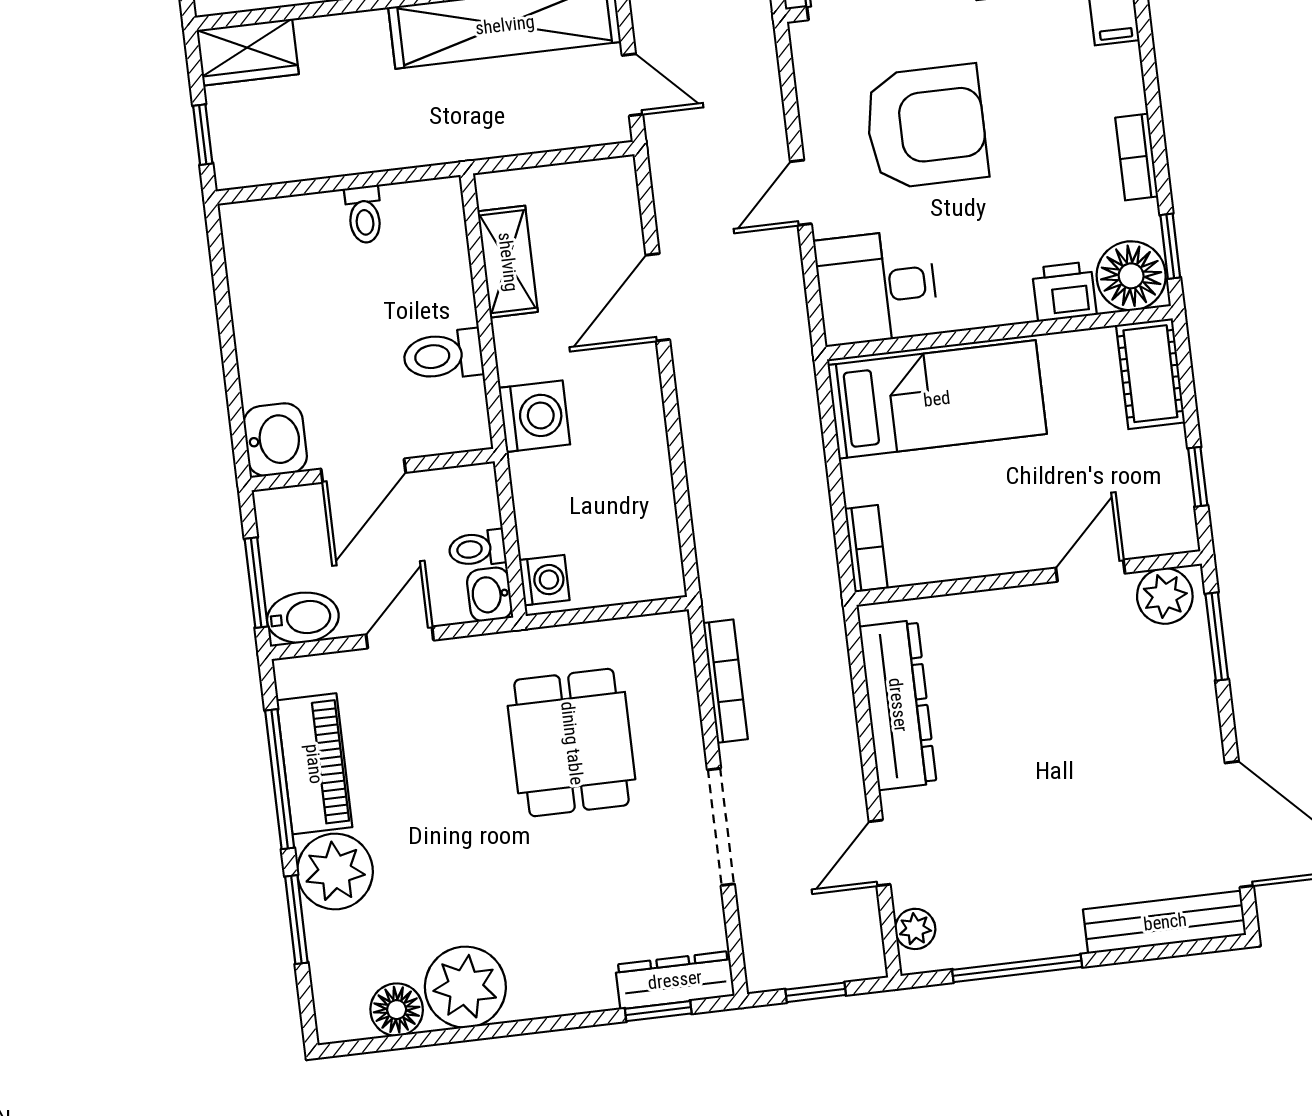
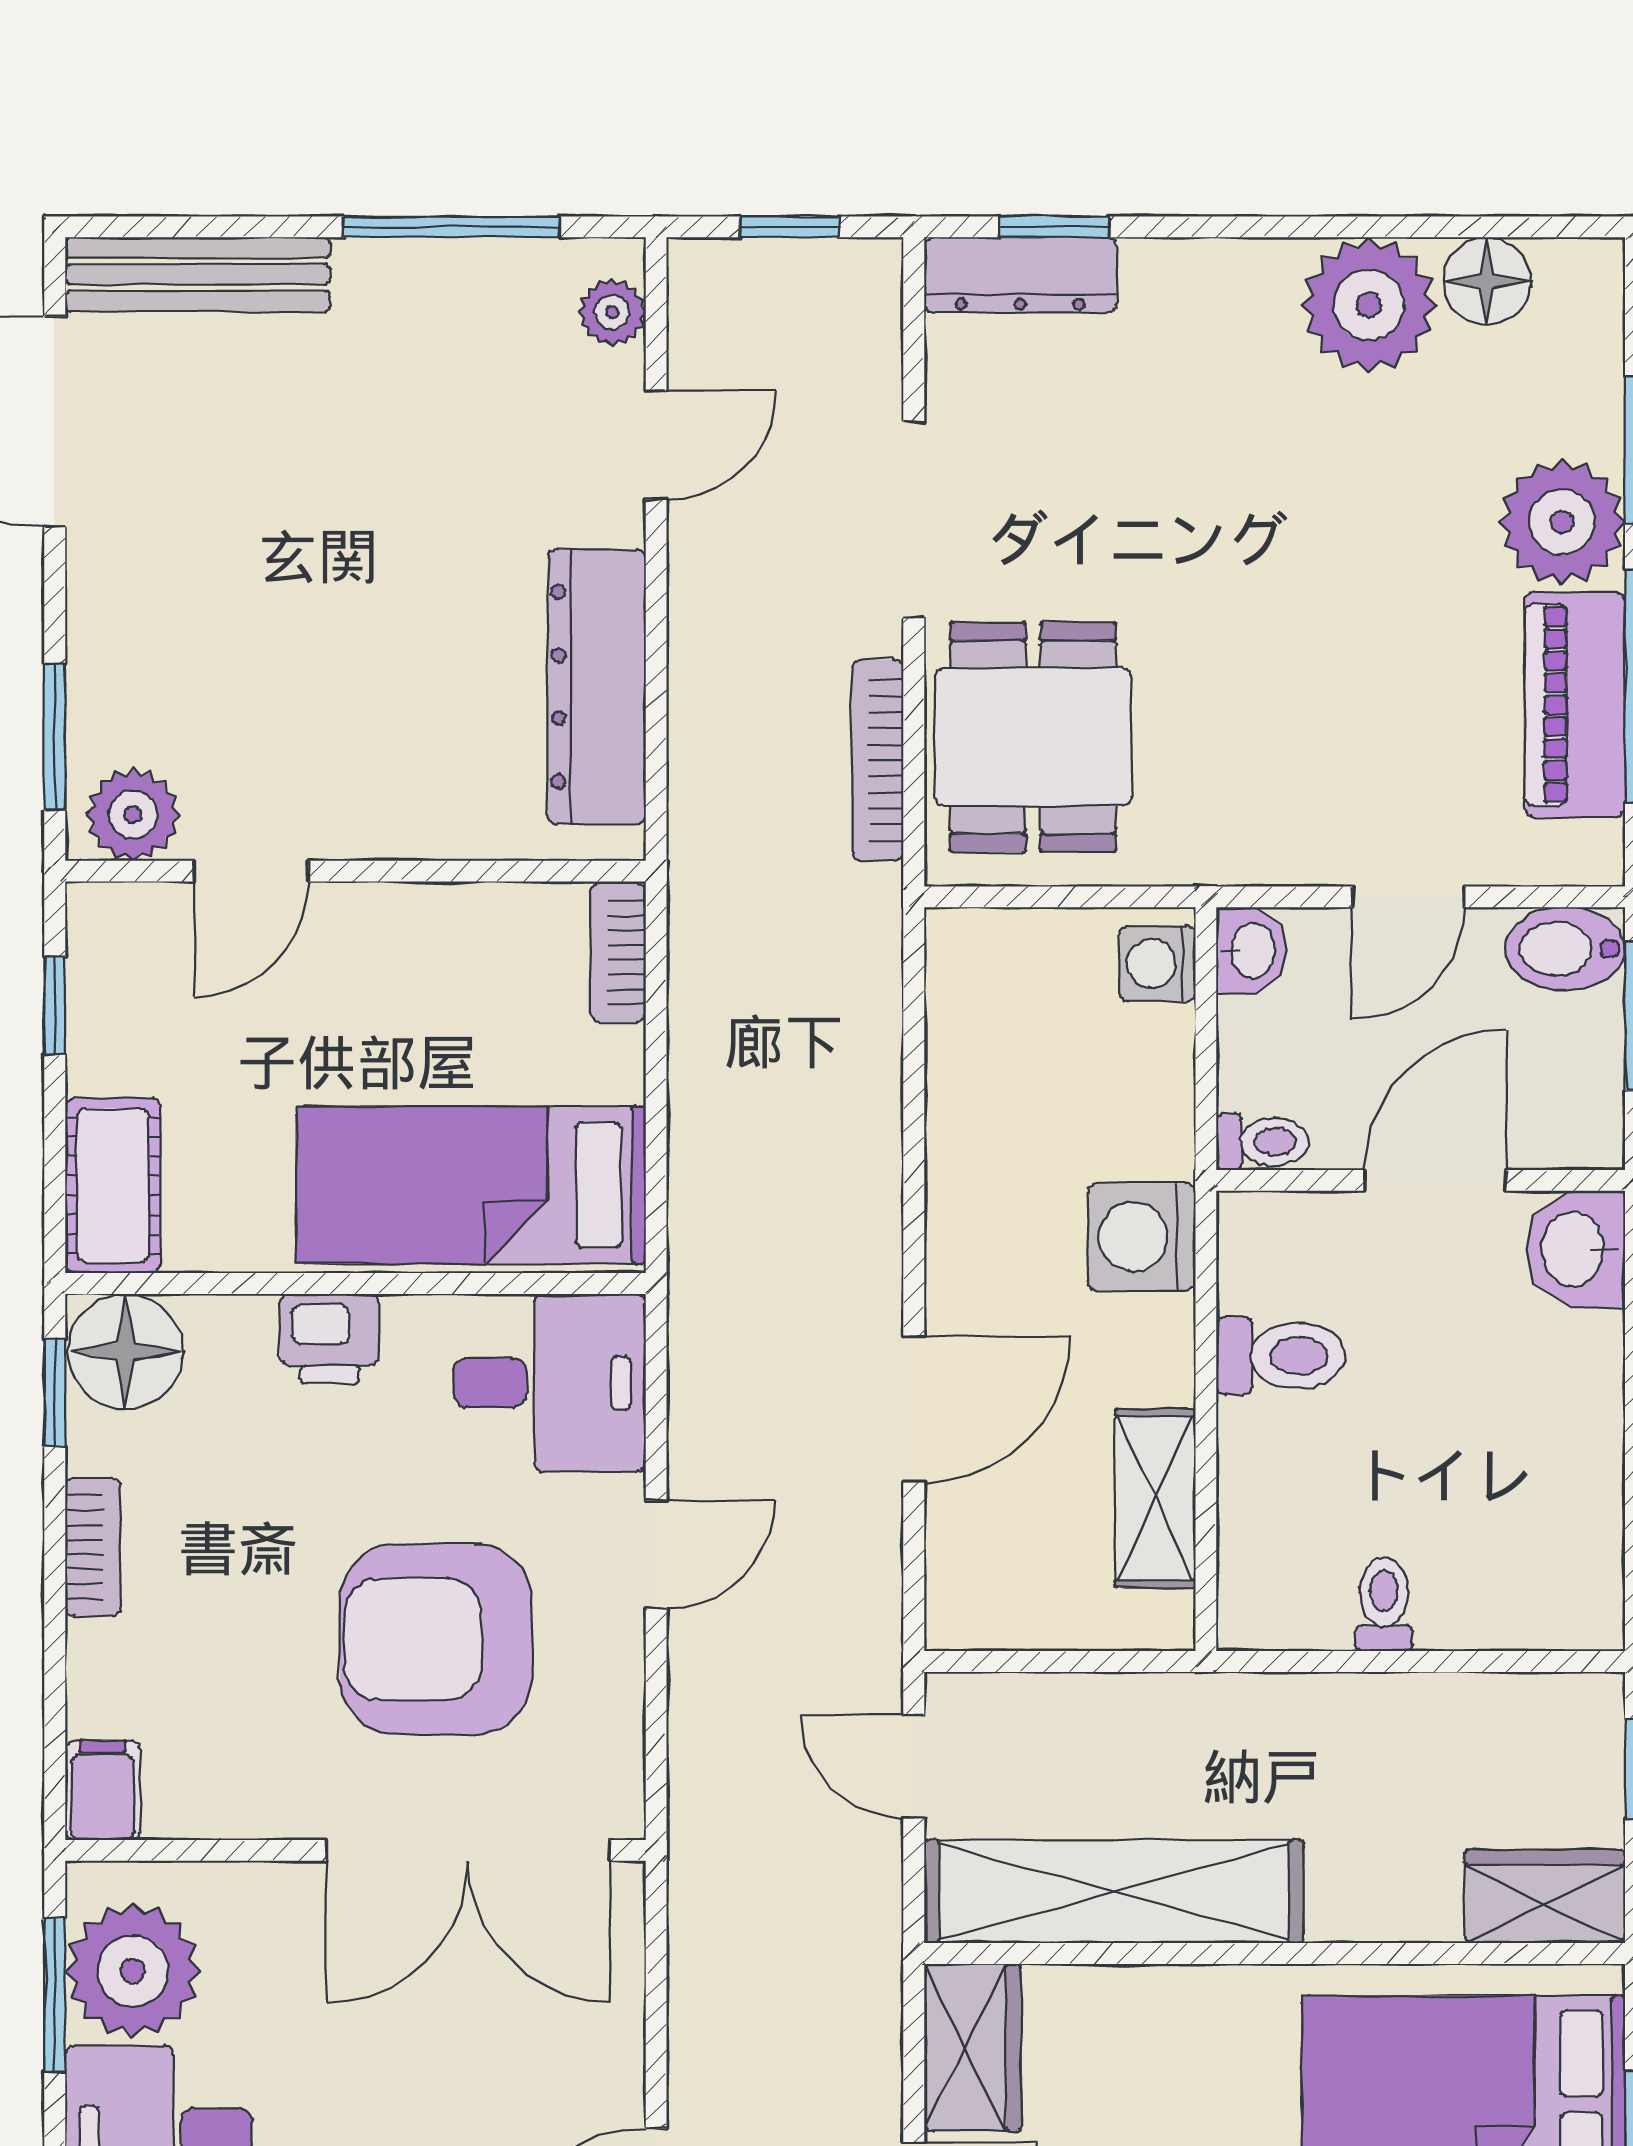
printer: (1064, 292) -> (330, 1339), moved
toilet: (477, 549) -> (1262, 1142), moved
dining table: (572, 743) -> (1033, 737), moved

